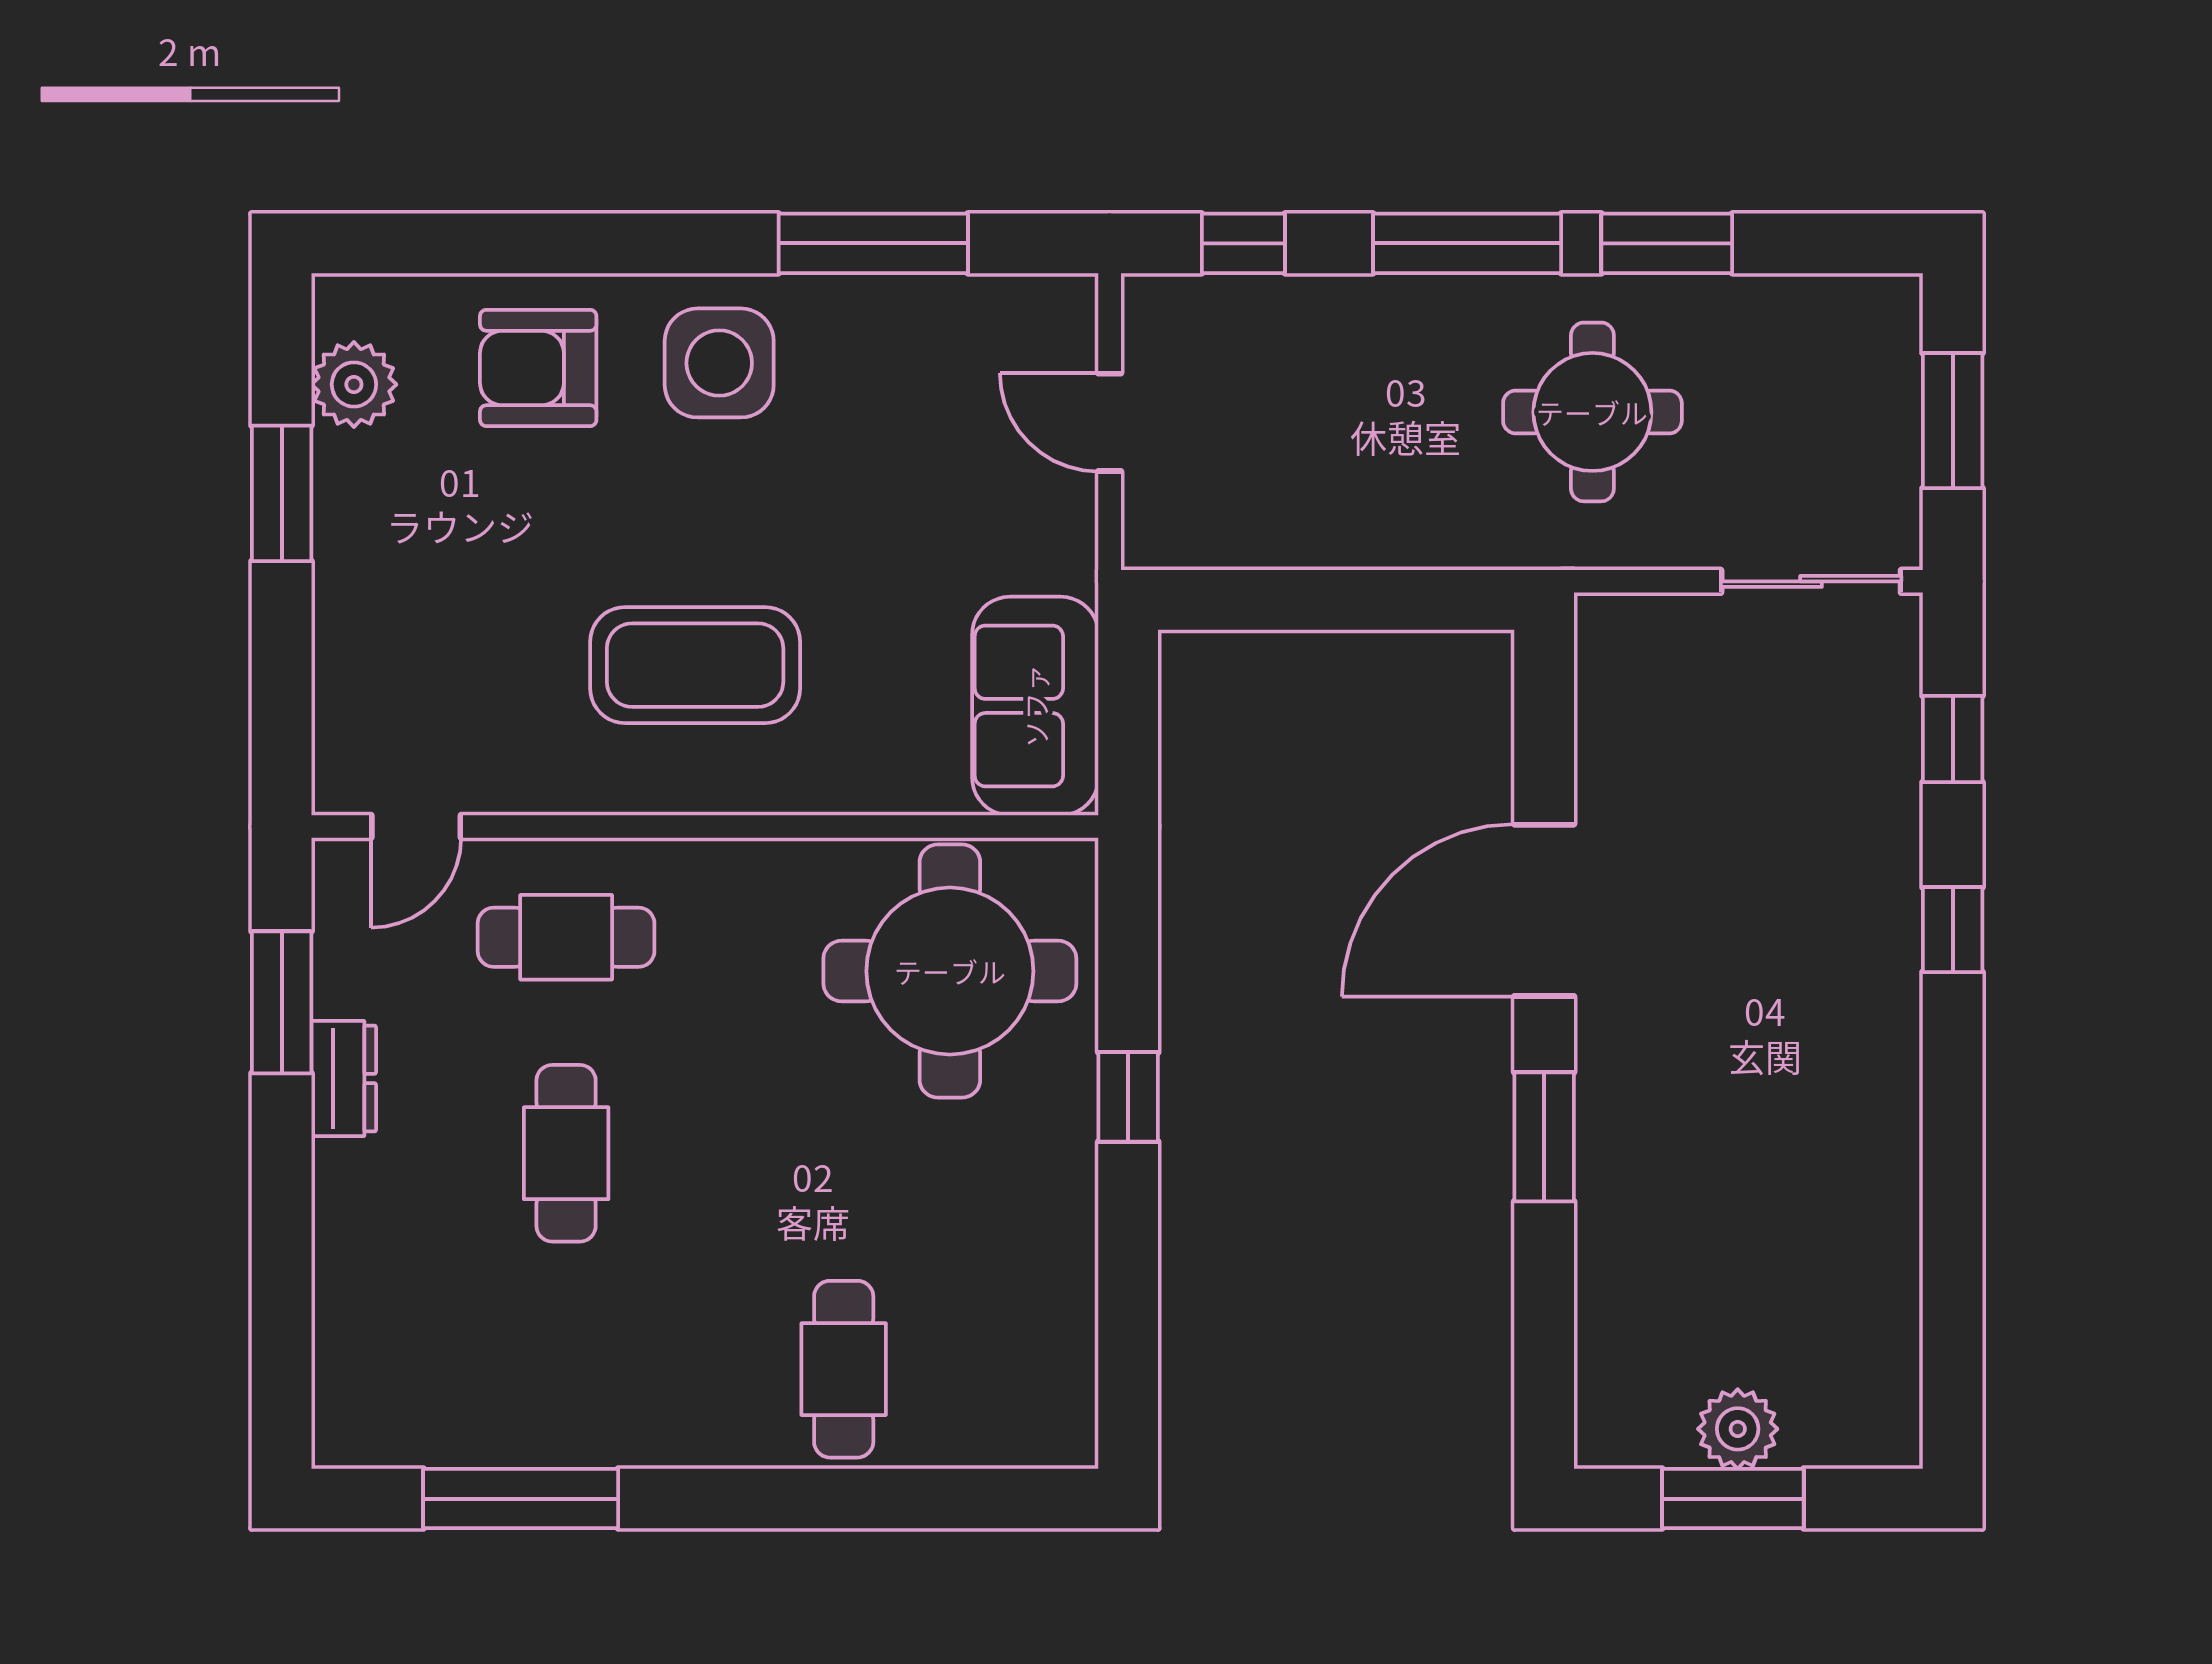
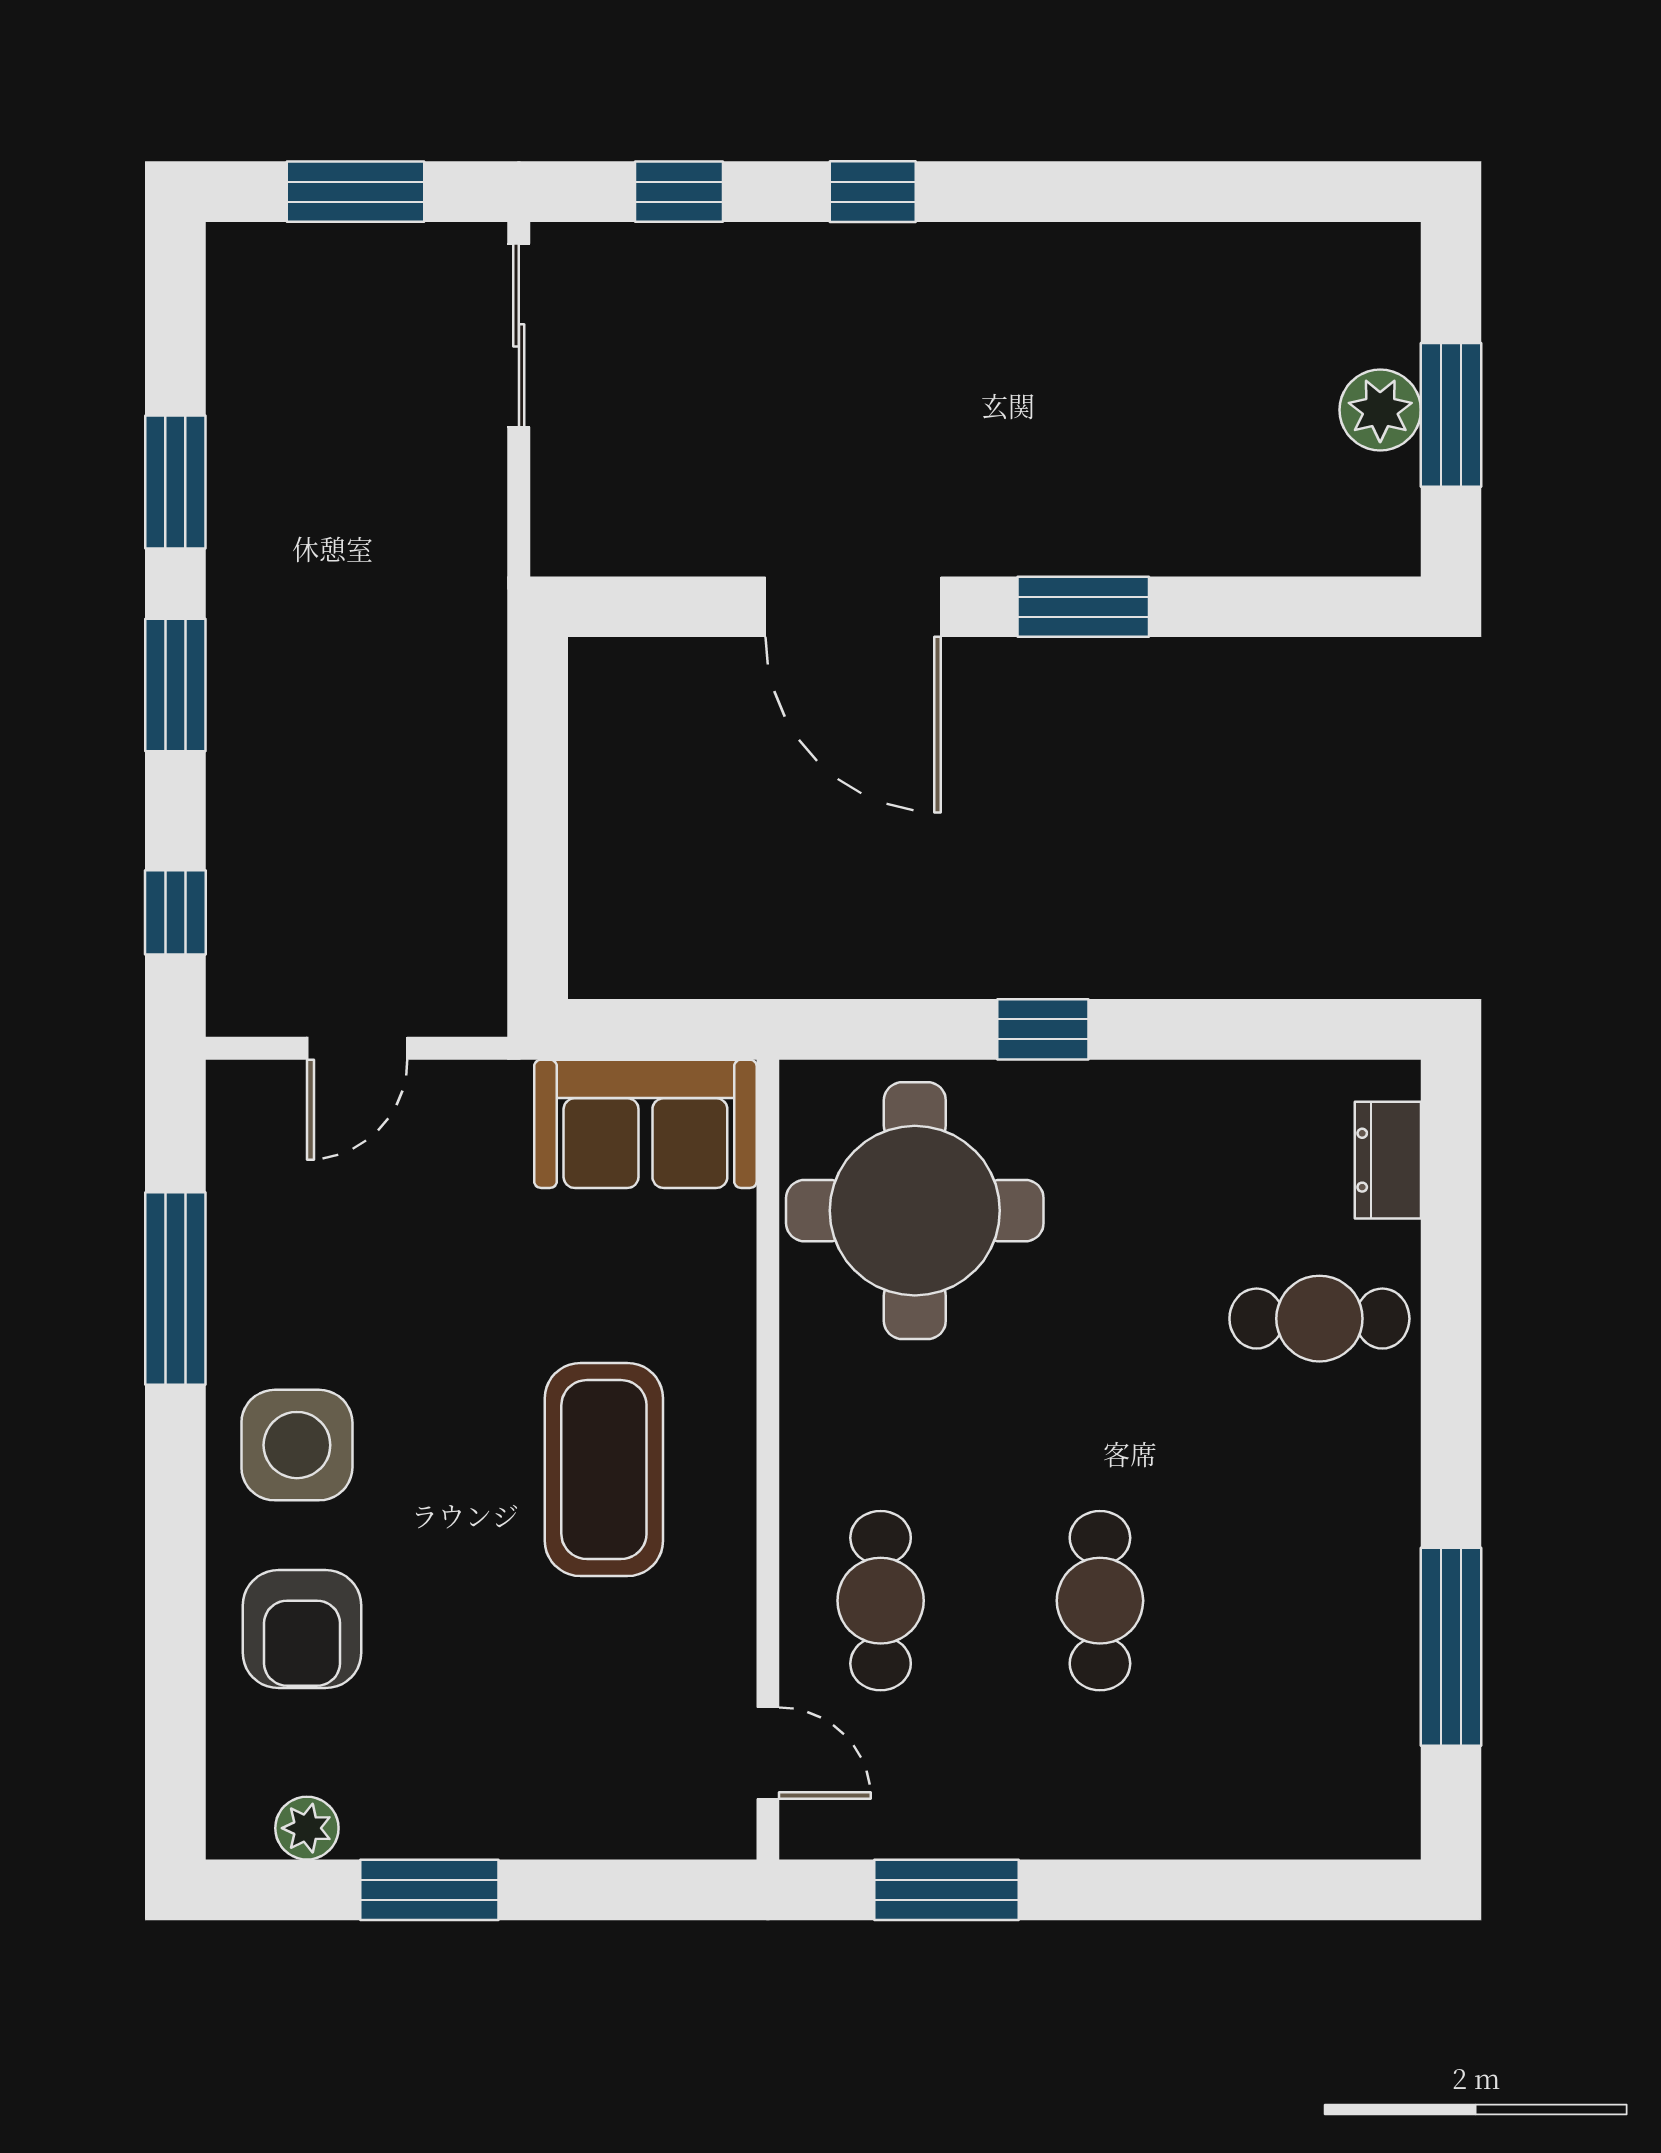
window: (1467, 243) -> (175, 685), width x0.69
plant: (354, 384) -> (307, 1828), width x0.73, depth x0.73
round table: (1592, 412) -> (347, 558), removed
dresser: (344, 1079) -> (1388, 1160), moved, turned -90
cafe table: (566, 1153) -> (1100, 1601), turned 90

